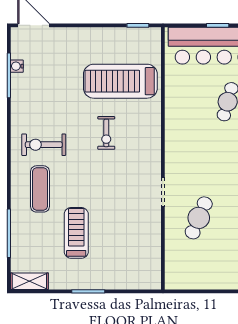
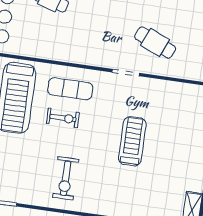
exercise mat: (40, 189) -> (70, 89), moved
treadmill: (76, 233) -> (132, 141), moved, turned 90

